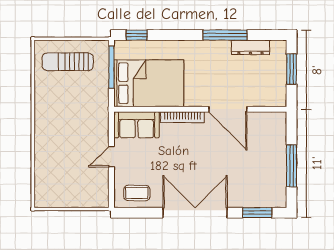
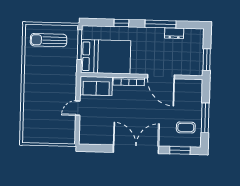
window: (137, 35) -> (121, 23), moved
dresser: (250, 47) -> (174, 33), width x0.70
window: (292, 69) -> (207, 60), moved
coffee table: (137, 193) -> (186, 127), moved

